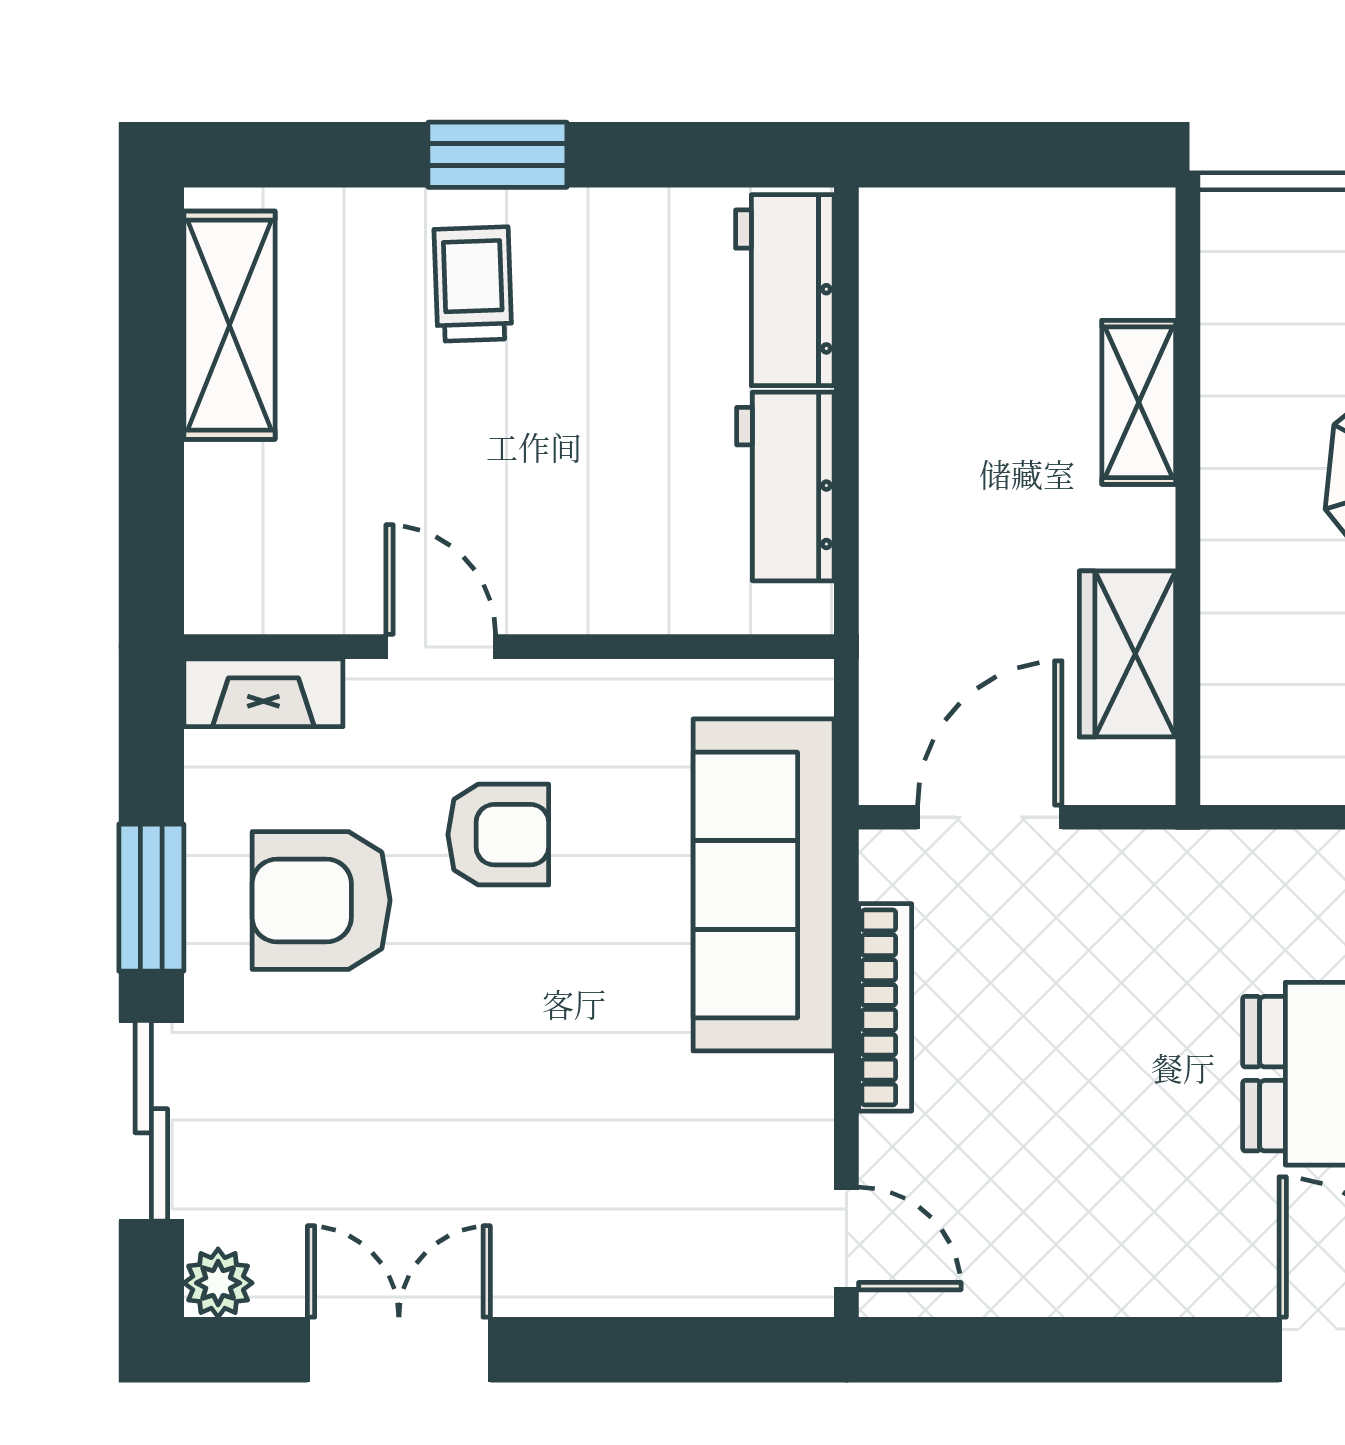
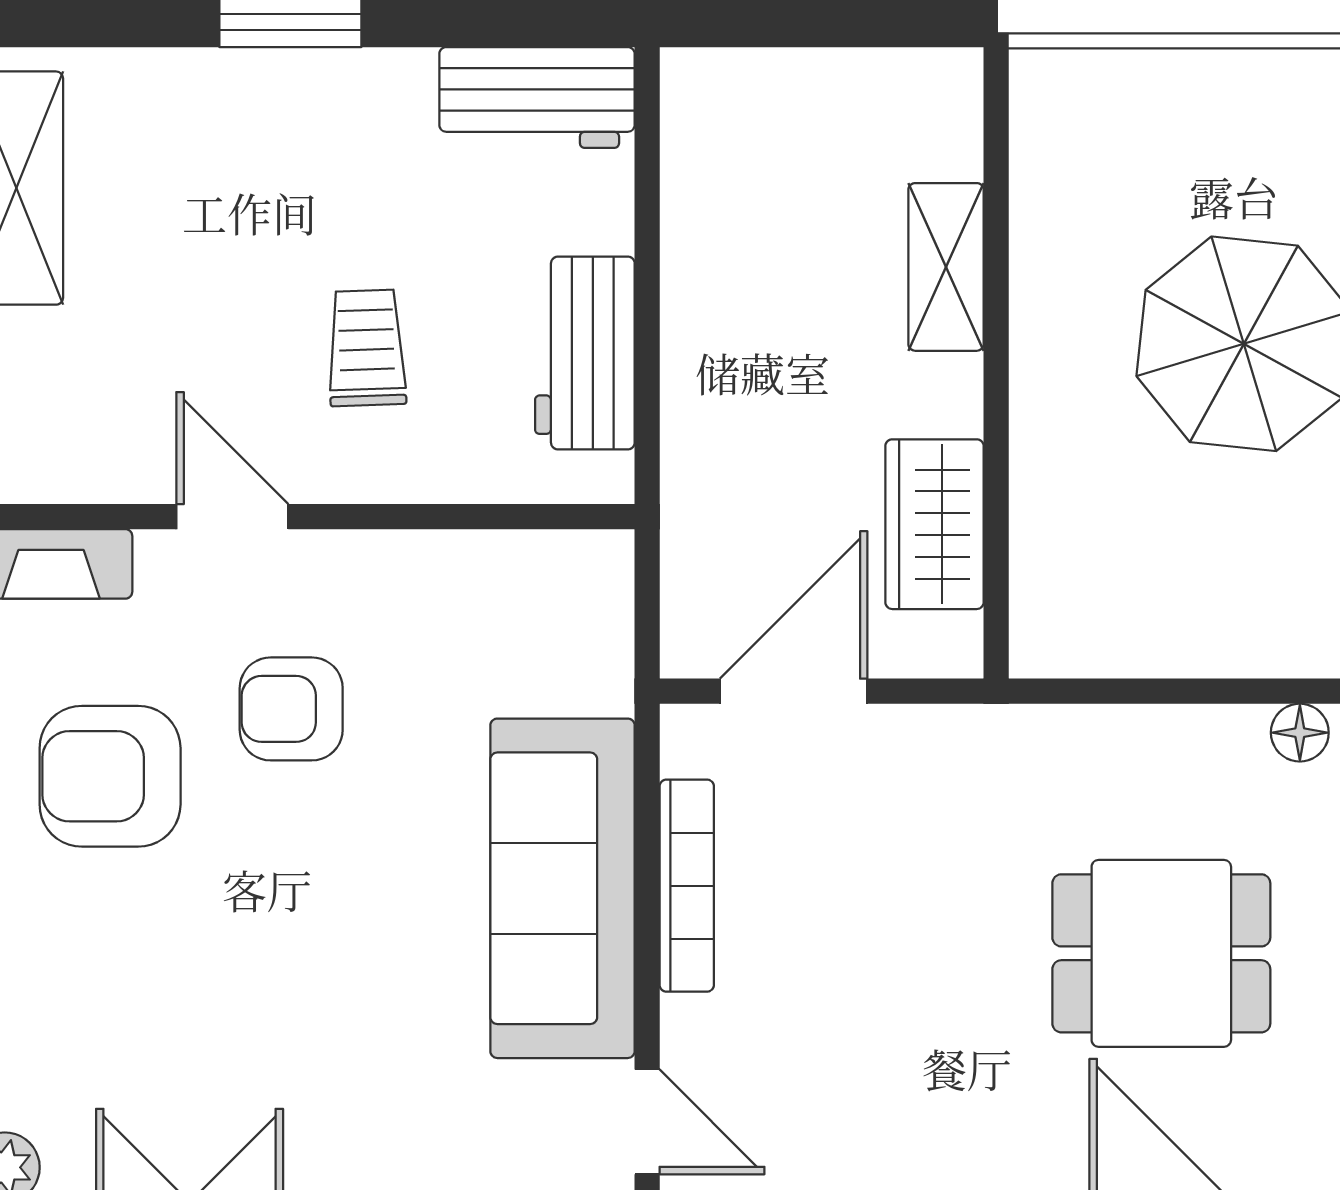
trolley: (473, 284) -> (367, 348), moved
workbench: (785, 290) -> (537, 98), moved, turned -90
armchair: (498, 835) -> (291, 709), turned 180
sofa: (764, 885) -> (563, 888), moved

